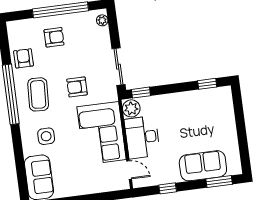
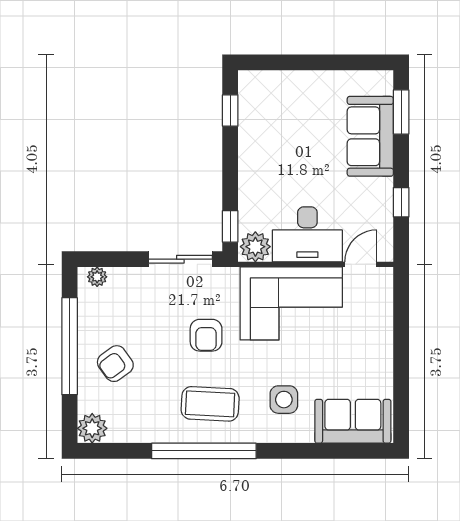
plant: (15, 29) -> (92, 428), added
armchair: (54, 37) -> (115, 364), turned -126
armchair: (23, 58) -> (145, 421), removed

